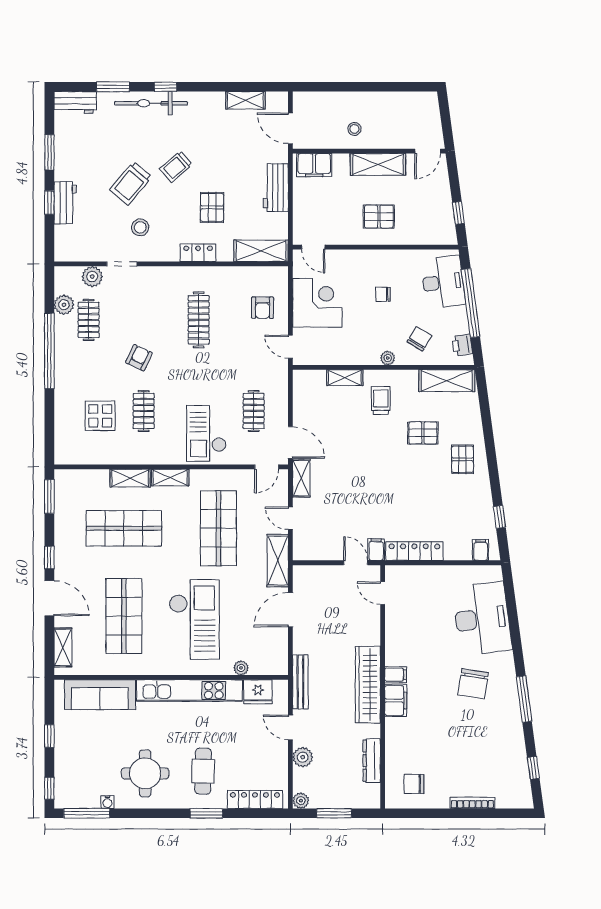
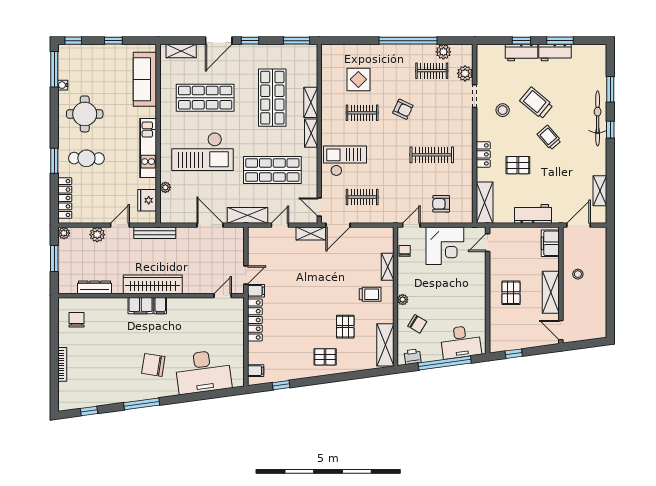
workbench: (75, 102) -> (555, 53), moved, turned -90
chair: (383, 294) -> (405, 251), moved
kitchen unit: (190, 691) -> (148, 148), width x0.73

